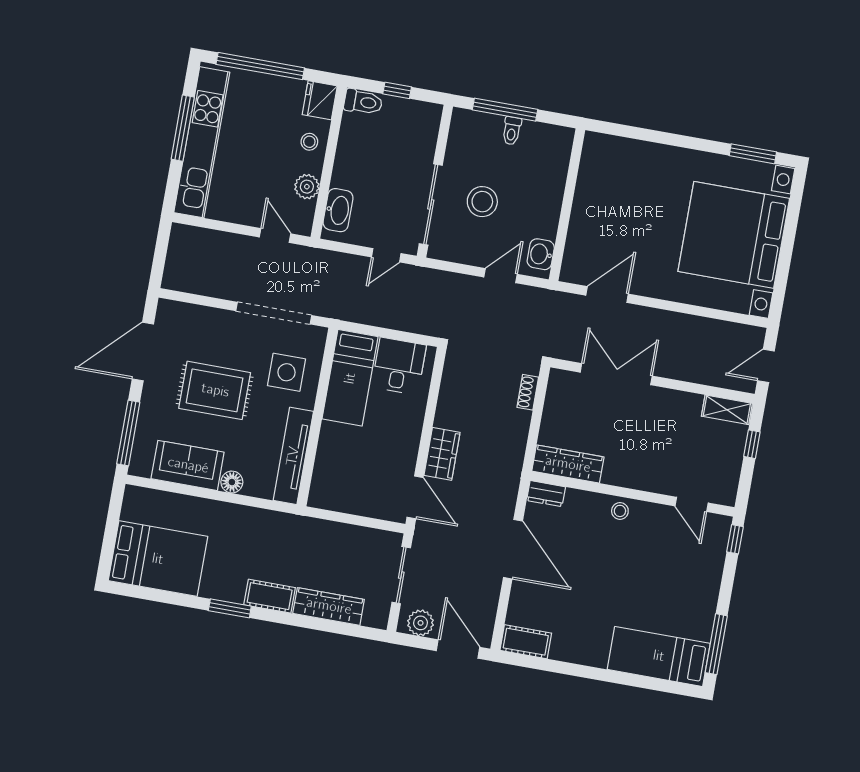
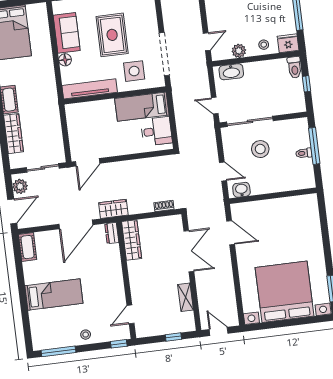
shelving: (727, 410) -> (186, 297), moved
wardrobe: (442, 454) -> (113, 209), moved, turned 180
stool: (620, 511) -> (86, 335), moved
bed: (659, 656) -> (54, 294), moved, turned 90

